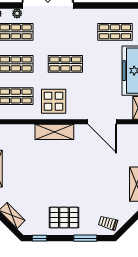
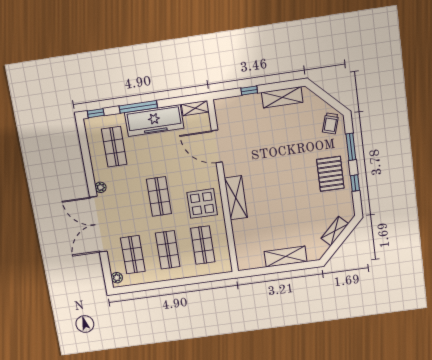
plant: (17, 13) -> (100, 187), moved
door: (102, 122) -> (217, 146), swing flipped
window: (39, 238) -> (355, 183), moved

